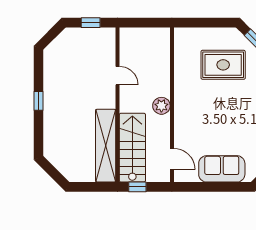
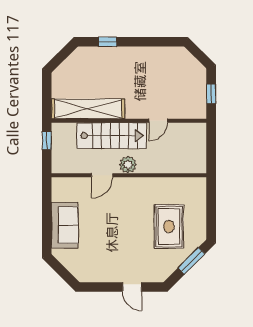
window: (38, 101) -> (108, 42), moved
stairs: (132, 148) -> (112, 136), moved
door: (172, 159) -> (102, 175), moved

